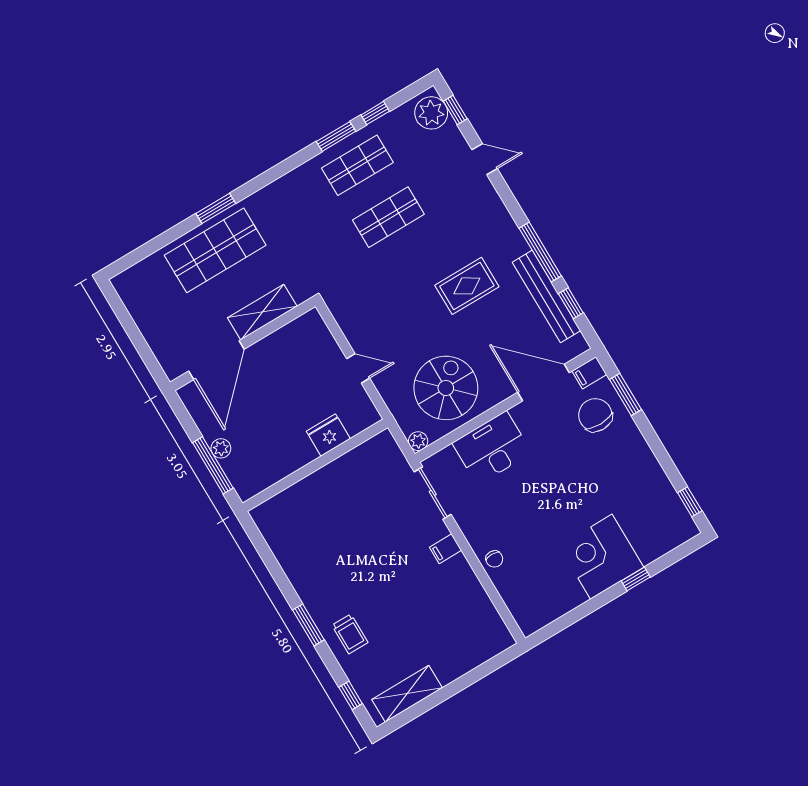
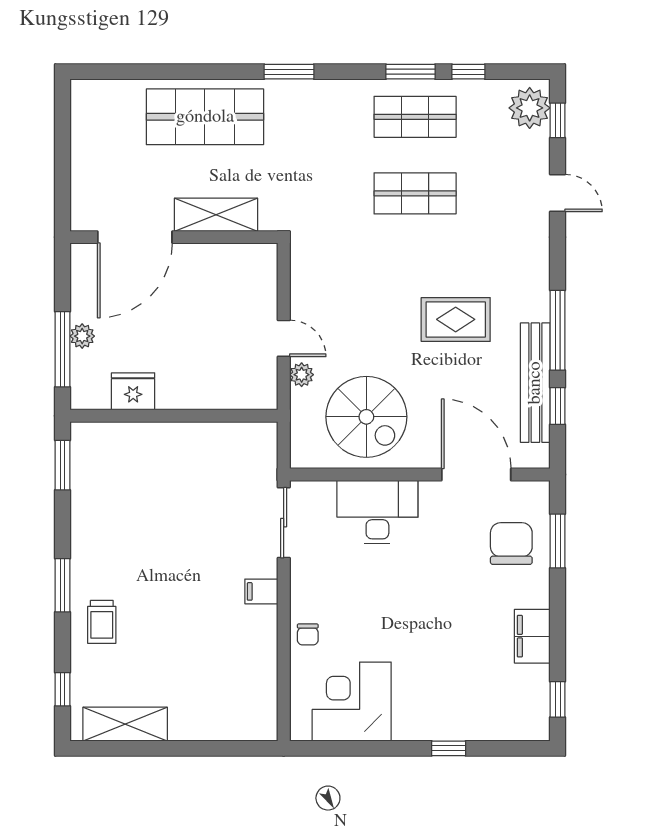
window: (216, 208) -> (289, 72), moved
filing cabinet: (589, 373) -> (532, 636), moved, width x2.00
spiral stairs: (446, 388) -> (366, 417), turned 90
fridge: (328, 435) -> (133, 391), moved
plant: (418, 441) -> (302, 375), moved
window: (260, 544) -> (62, 465), added
corner desk: (601, 557) -> (352, 702), moved

